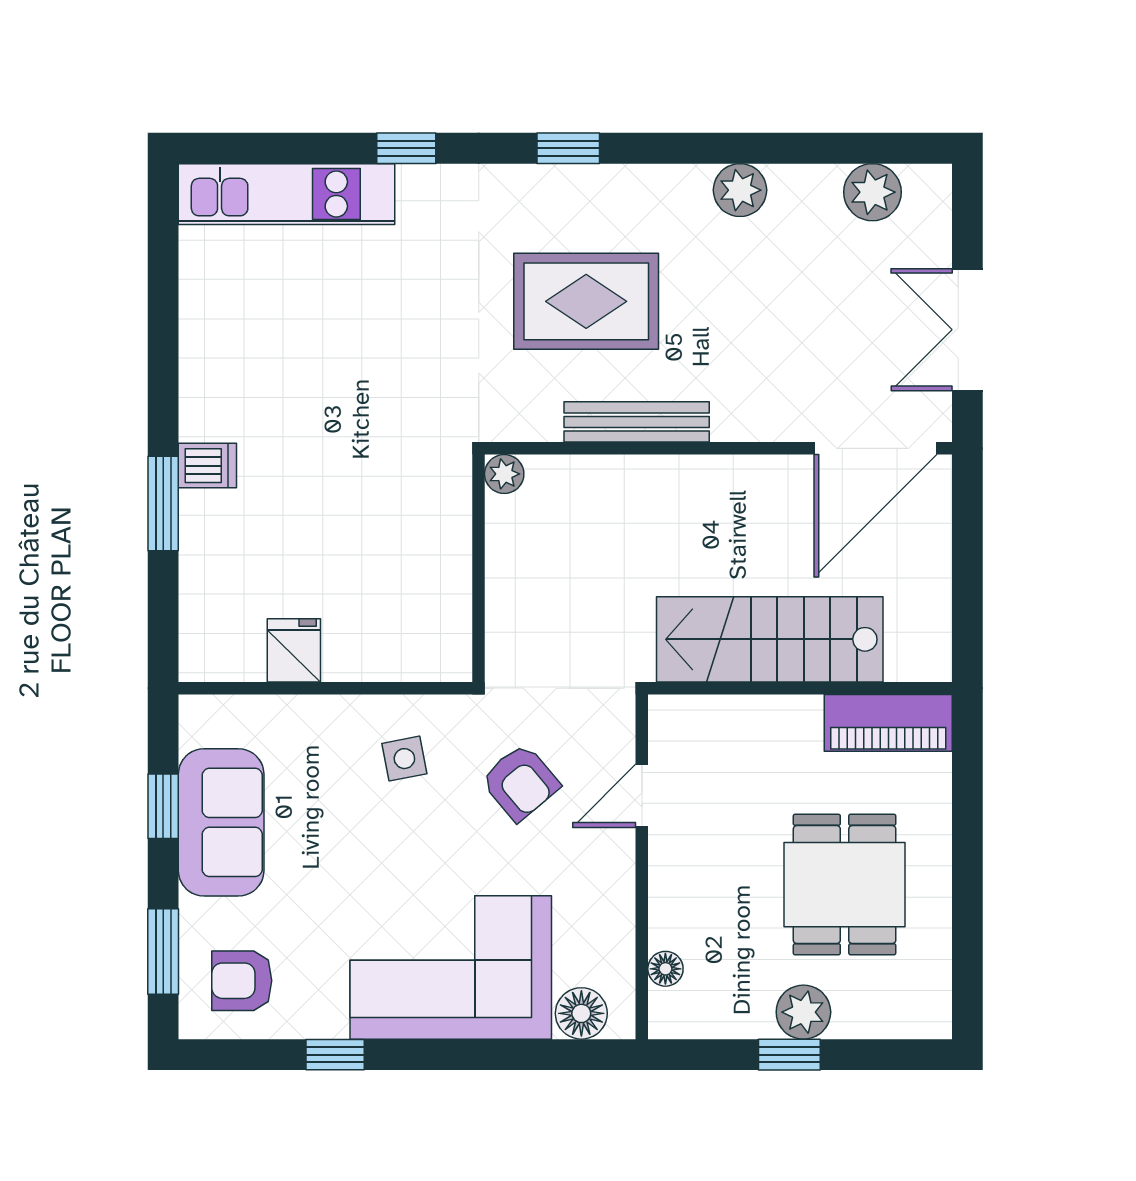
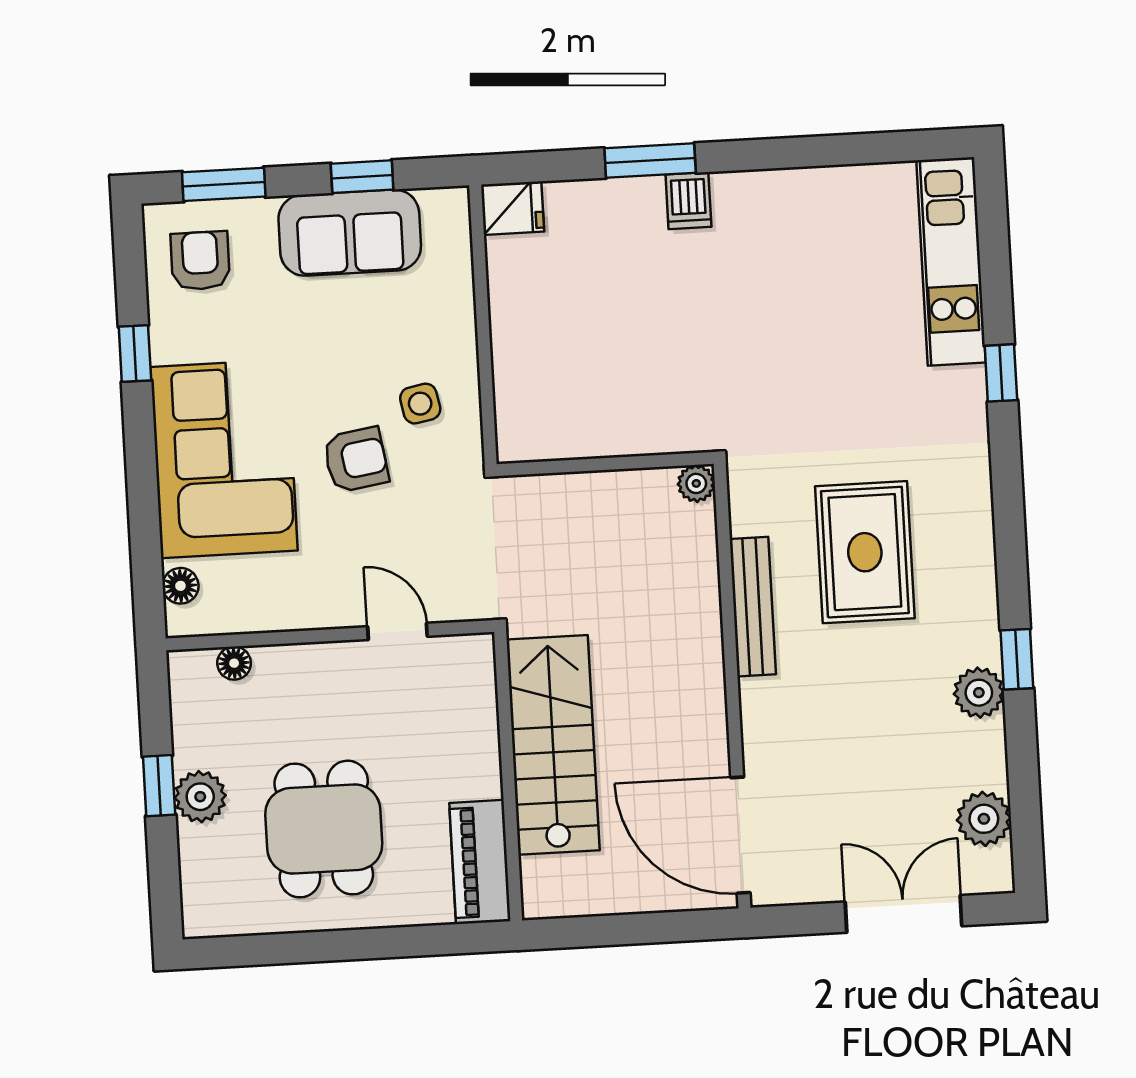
window: (568, 148) -> (1017, 659), moved
double door: (967, 330) -> (904, 914), moved
fridge: (294, 650) -> (512, 208), moved
armchair: (520, 782) -> (356, 460), moved, turned -149
dining table: (845, 885) -> (324, 829), turned 90
floor lamp: (581, 1013) -> (180, 586), width x0.73, depth x0.73

